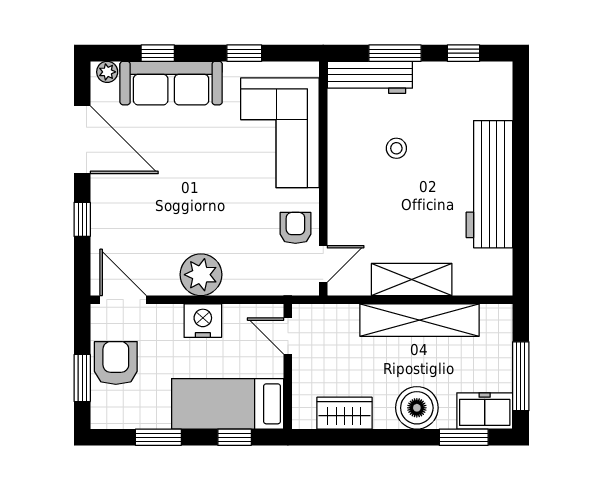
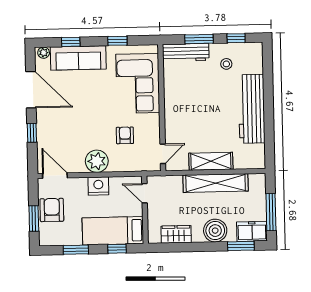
stool: (396, 148) -> (226, 64), moved
armchair: (295, 228) -> (125, 135), moved

